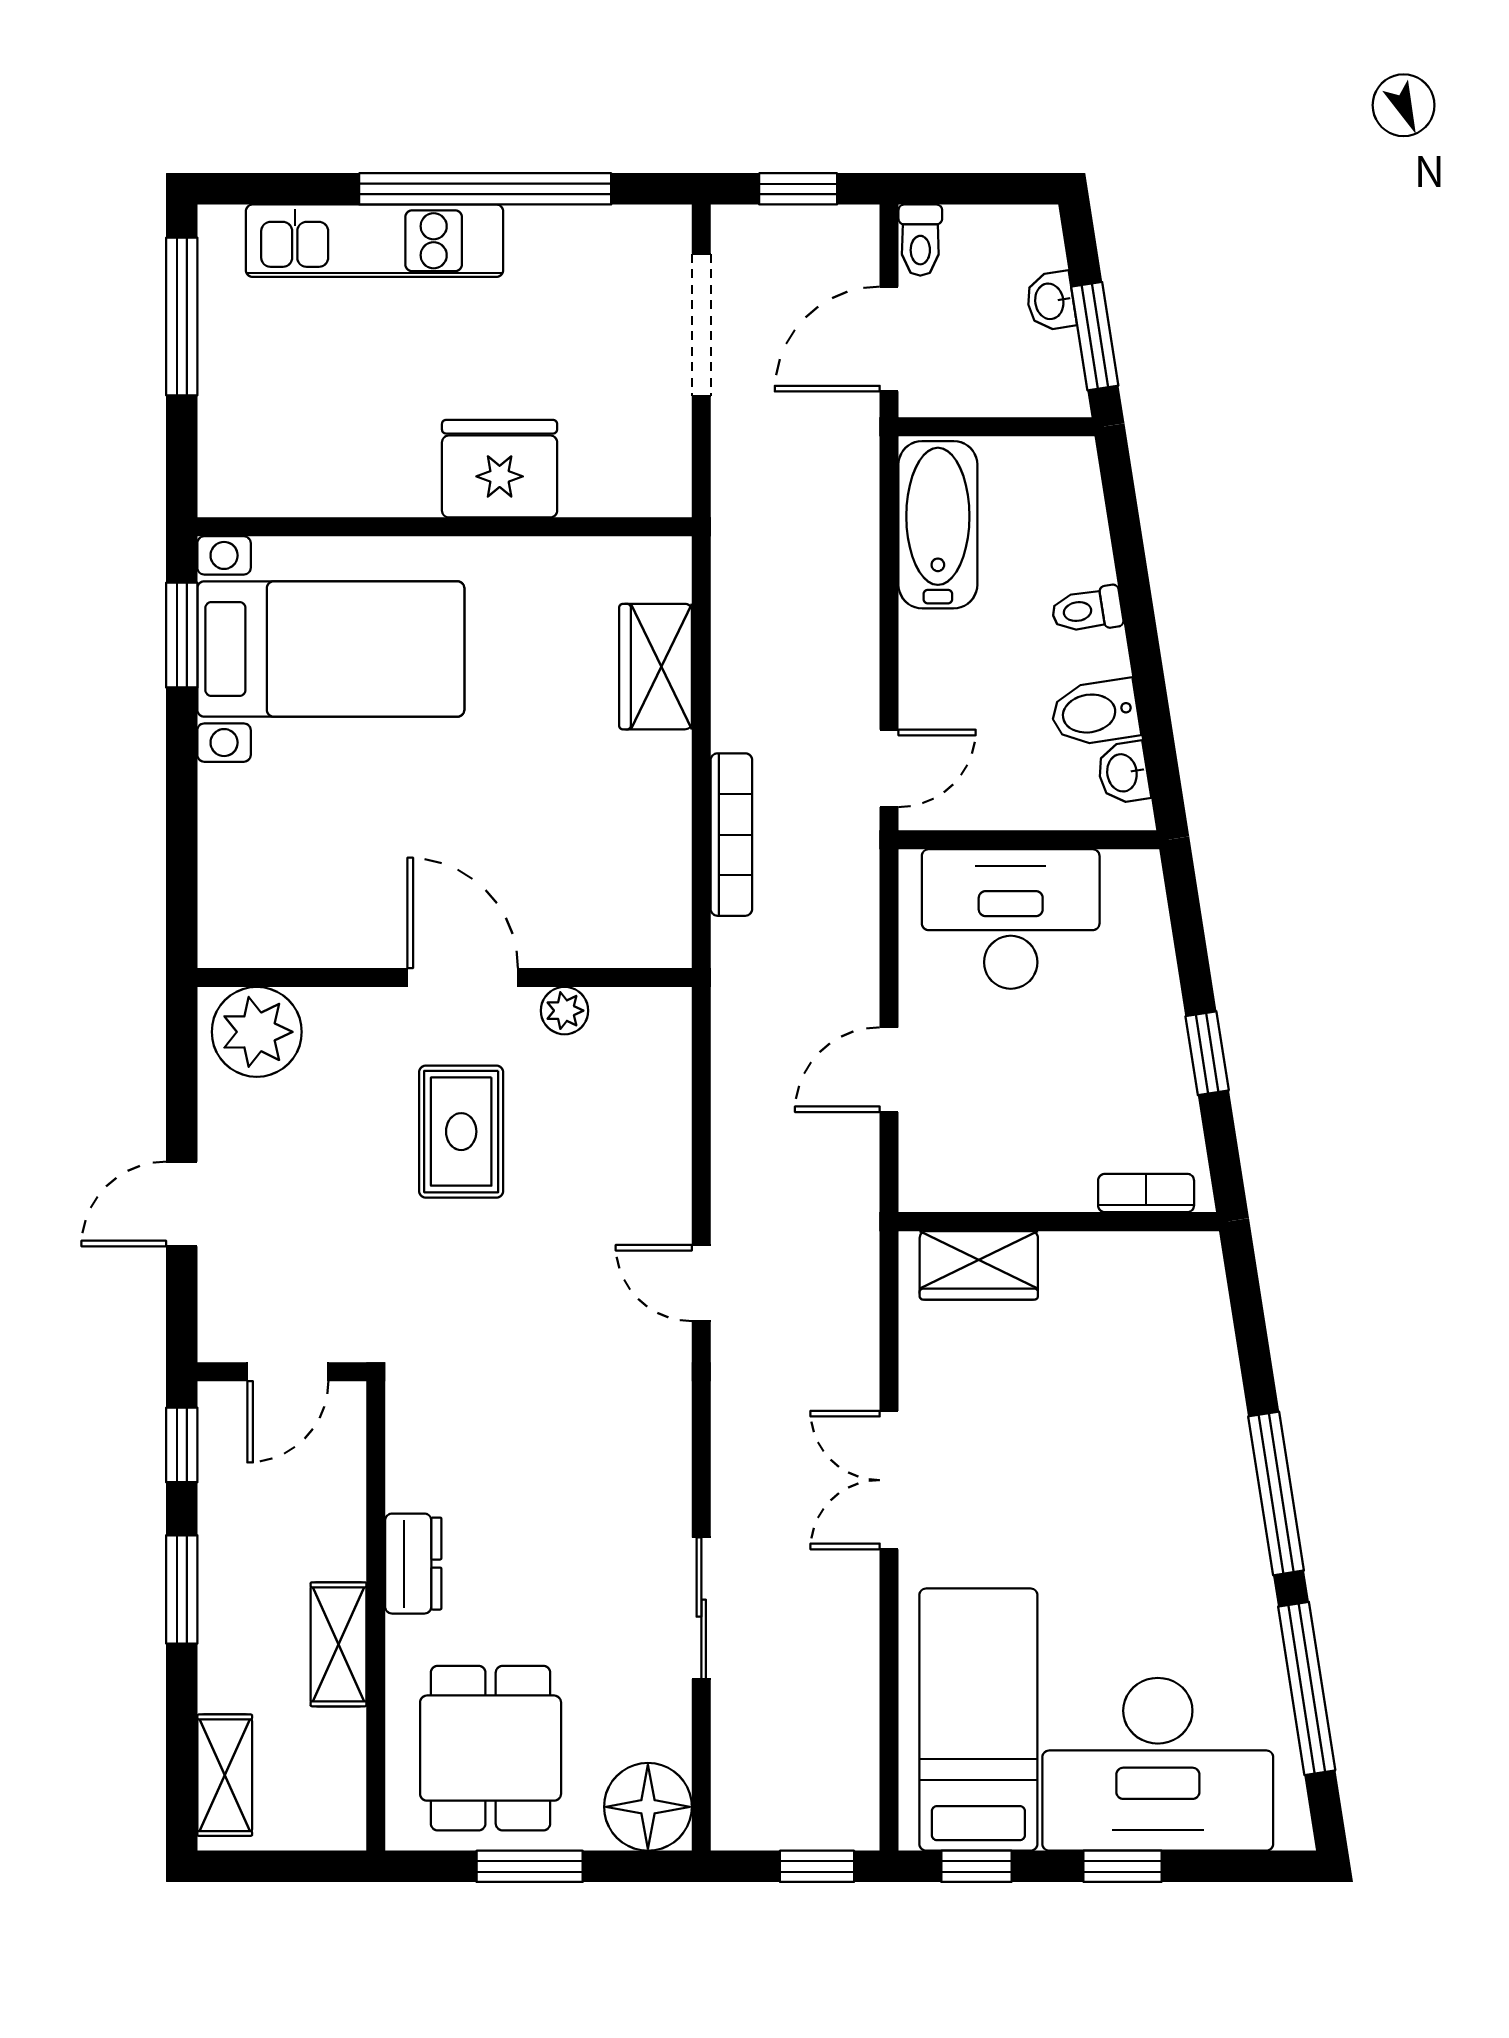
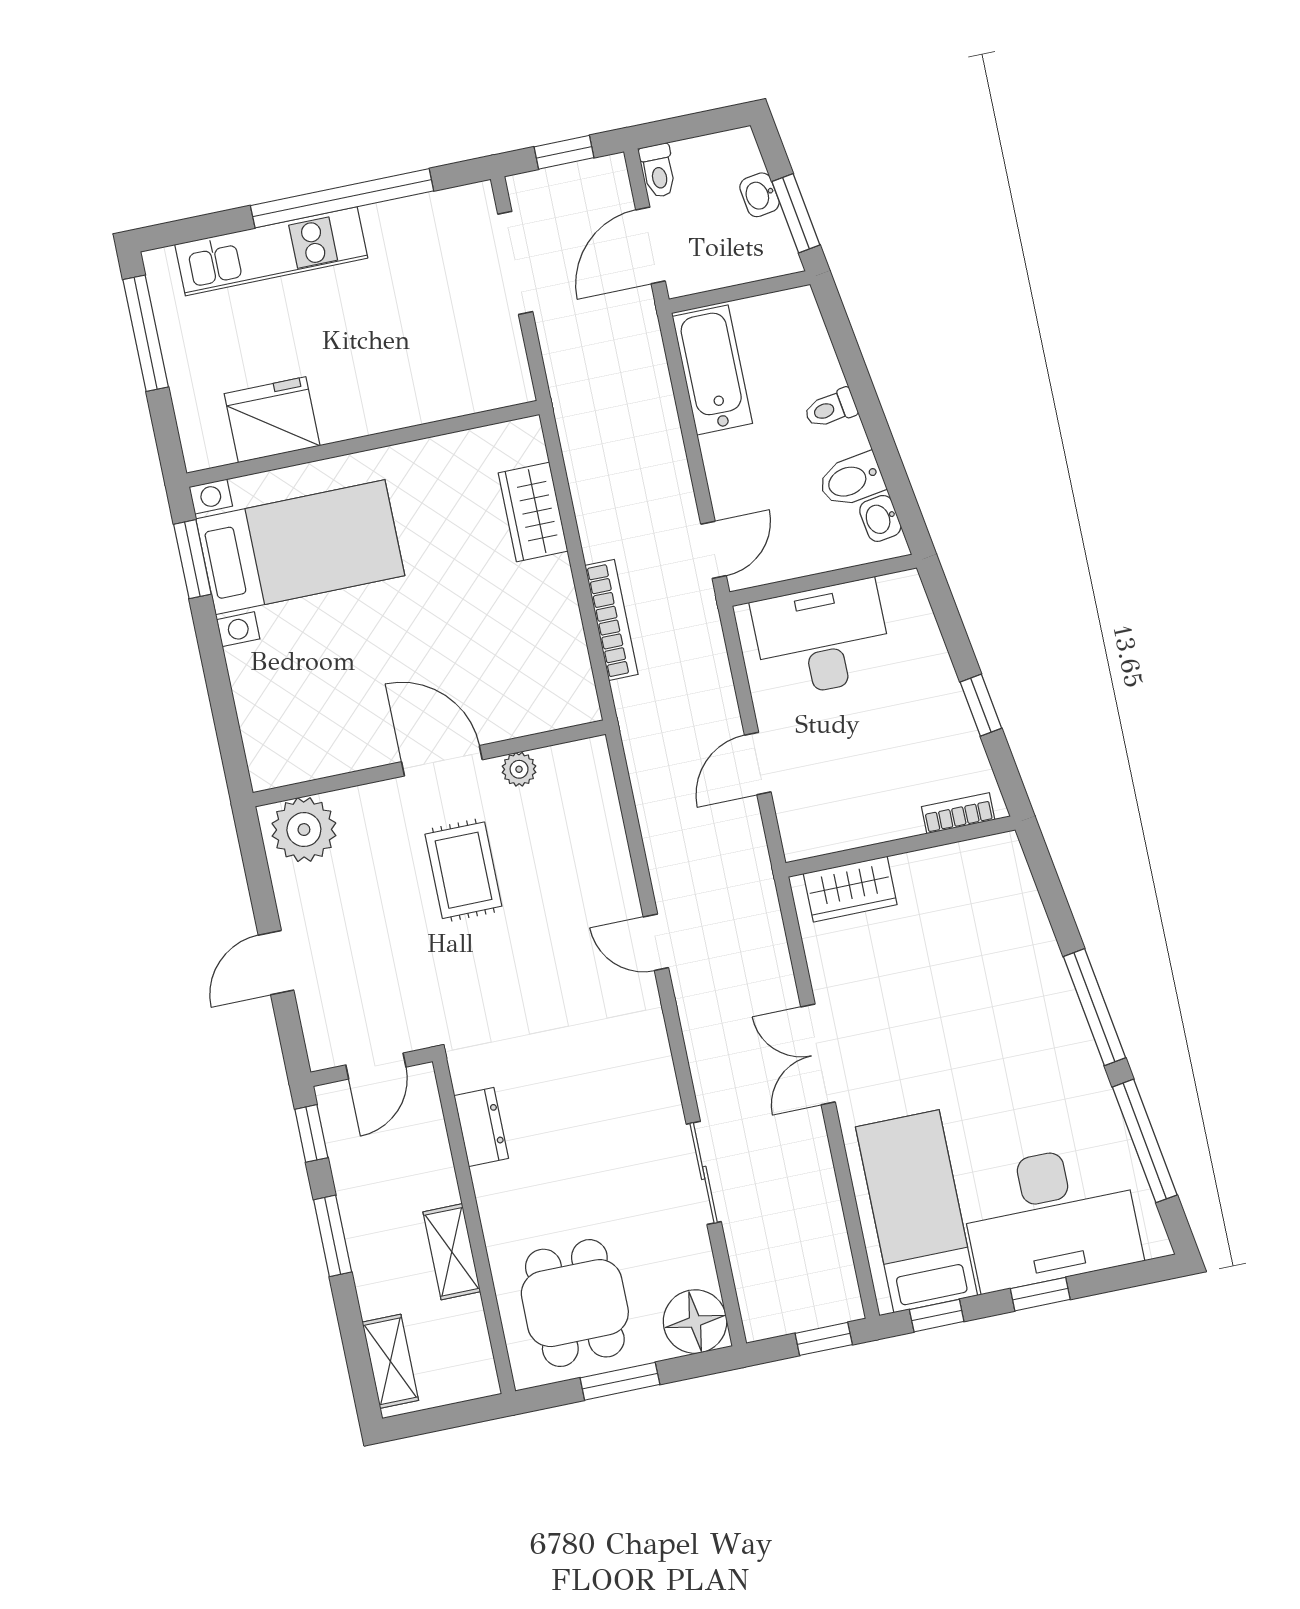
fridge: (500, 469) -> (272, 420), moved
dresser: (413, 1564) -> (481, 1127), moved

